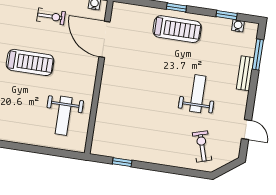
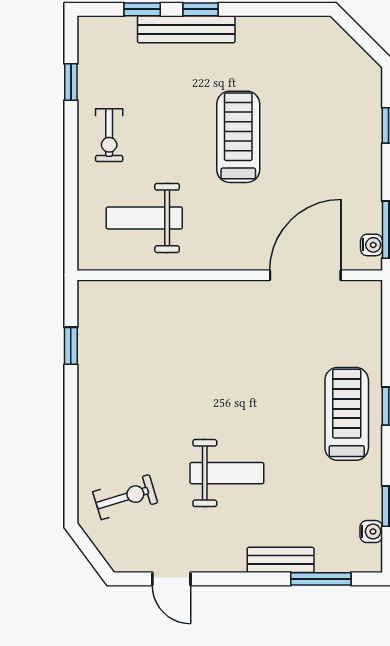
exercise bike: (51, 16) -> (109, 135), moved
treadmill: (177, 29) -> (347, 414), turned 180
treadmill: (30, 62) -> (238, 137), turned 180
door: (246, 129) -> (171, 579), hinge flipped

